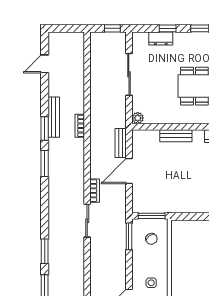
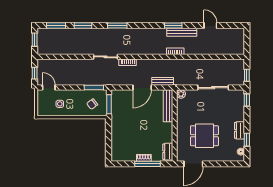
window: (168, 28) -> (247, 100), moved
dresser: (161, 39) -> (239, 130), moved
door: (45, 64) -> (210, 26), moved
bench: (176, 136) -> (168, 106), moved, width x1.36
window: (45, 163) -> (117, 26), moved
door: (129, 171) -> (142, 88), swing flipped

